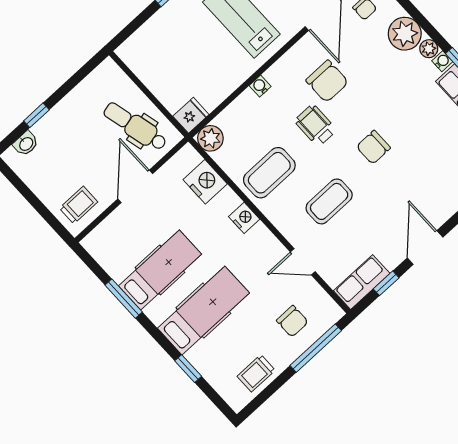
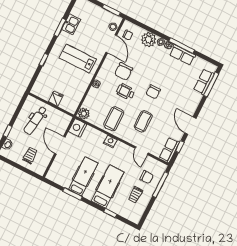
chair: (327, 81) -> (124, 71), turned 90
fridge: (191, 115) -> (56, 99), moved
dental chair: (135, 126) -> (35, 120), moved, turned -68
nightstand: (205, 182) -> (78, 128), moved, turned -90
trolley: (79, 205) -> (30, 155), moved
door: (303, 262) -> (142, 151), hinge flipped
trolley: (256, 373) -> (135, 195), moved

